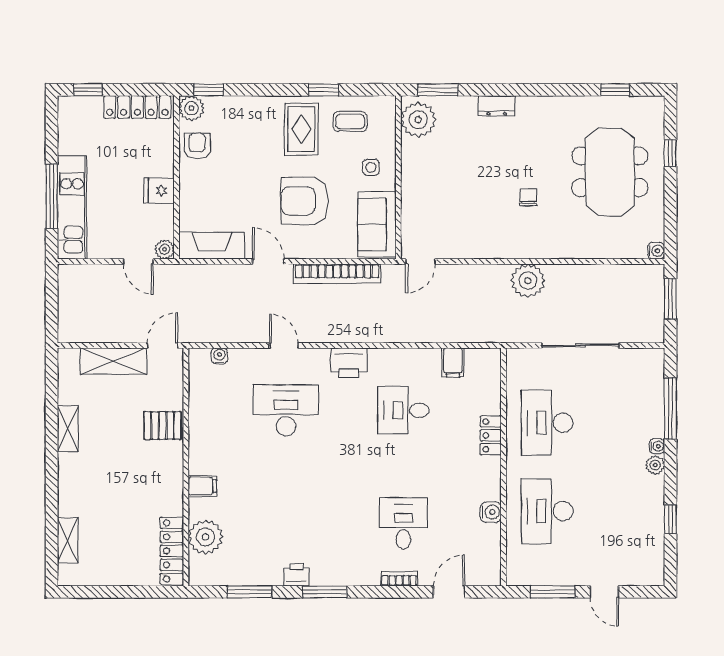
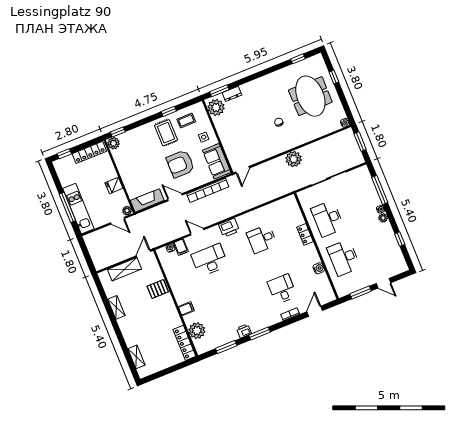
dresser: (497, 106) -> (232, 94), moved
armchair: (197, 146) -> (123, 159), removed
filing cabinet: (453, 363) -> (181, 247), moved

